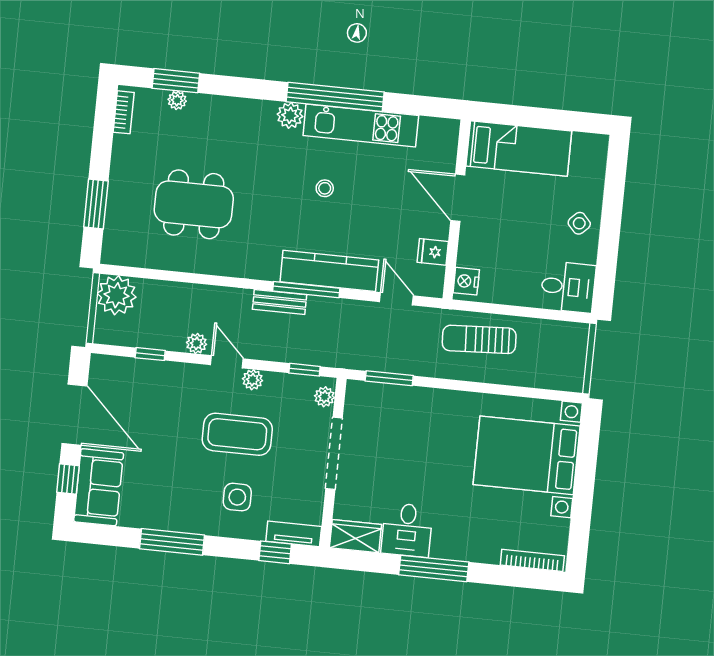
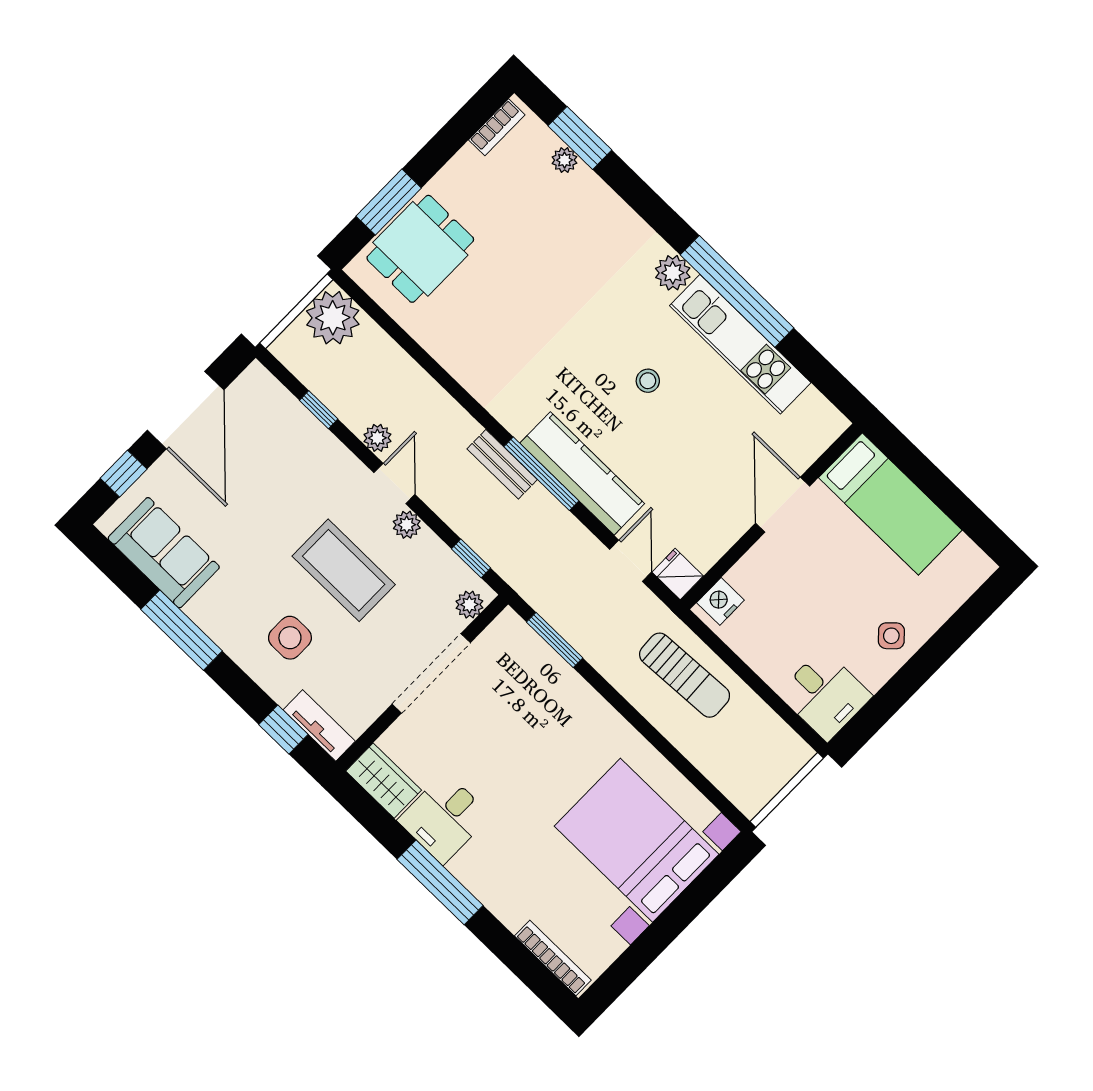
dining table: (194, 204) -> (420, 249), moved, width x0.73
fridge: (433, 252) -> (678, 574), moved
sun lounger: (479, 339) -> (685, 675), turned 180
sofa: (99, 487) -> (164, 553), moved, turned -90

